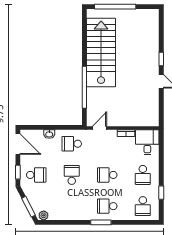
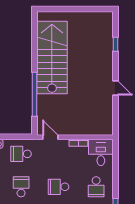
window: (115, 7) -> (67, 9), removed
window: (161, 59) -> (116, 44), moved
door: (99, 128) -> (50, 137), hinge flipped

